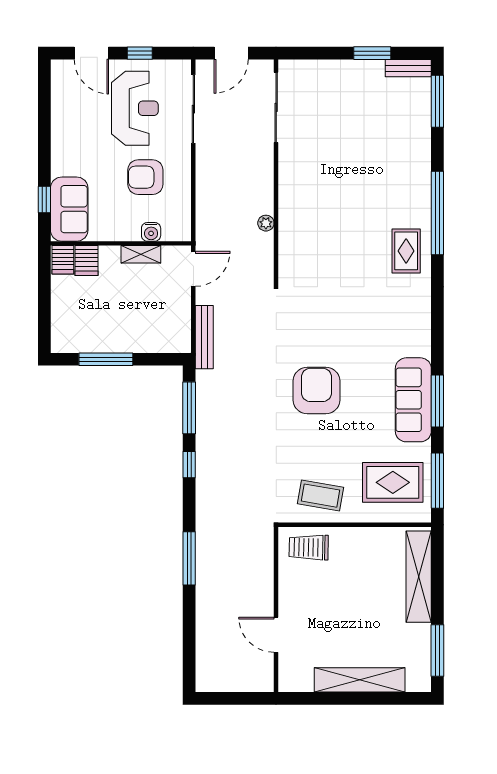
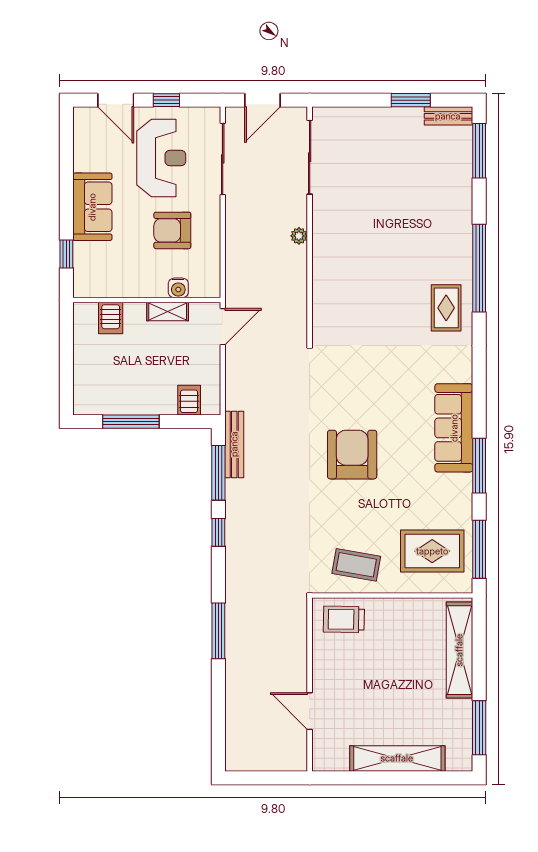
sofa: (69, 209) -> (92, 207), moved
plant: (266, 223) -> (299, 236), moved
server rack: (63, 260) -> (189, 400), moved, turned 180
bench: (204, 337) -> (234, 444), moved
sofa: (413, 400) -> (454, 428), moved

